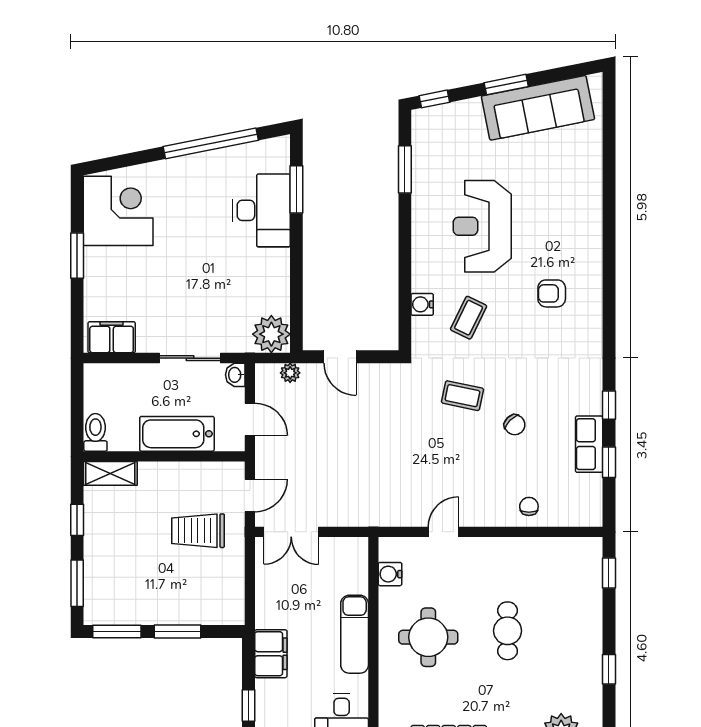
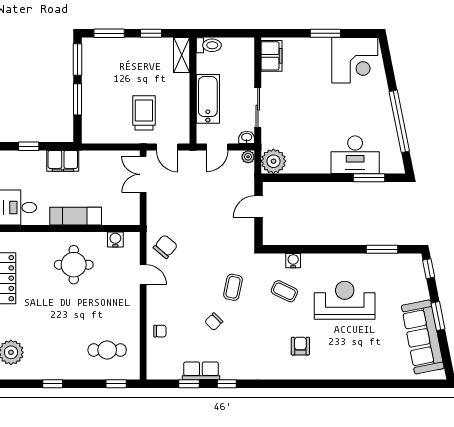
plant: (290, 373) -> (248, 157), moved
chair: (401, 498) -> (165, 247), added
cafe table: (508, 631) -> (107, 350), moved

